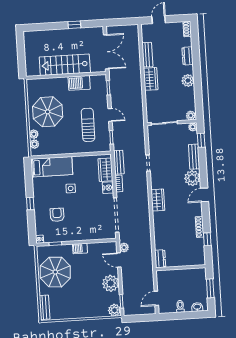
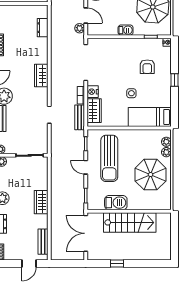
bench: (147, 55) -> (43, 242), moved
sun lounger: (88, 125) -> (109, 158), width x1.36, depth x1.34
dresser: (160, 259) -> (43, 28), moved

